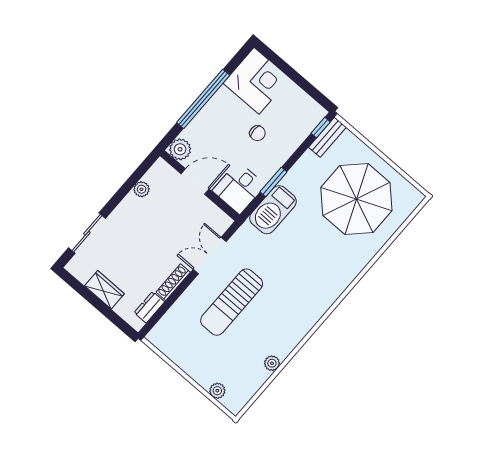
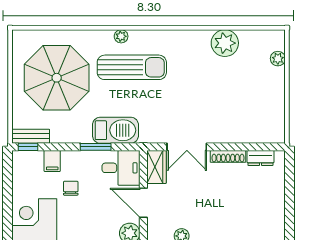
filing cabinet: (292, 137) -> (52, 161), added
plant: (345, 280) -> (121, 36), added
wardrobe: (104, 290) -> (156, 167), moved, turned 180
sun lounger: (232, 302) -> (132, 67), moved
plant: (272, 363) -> (225, 43), width x1.87, depth x1.87

